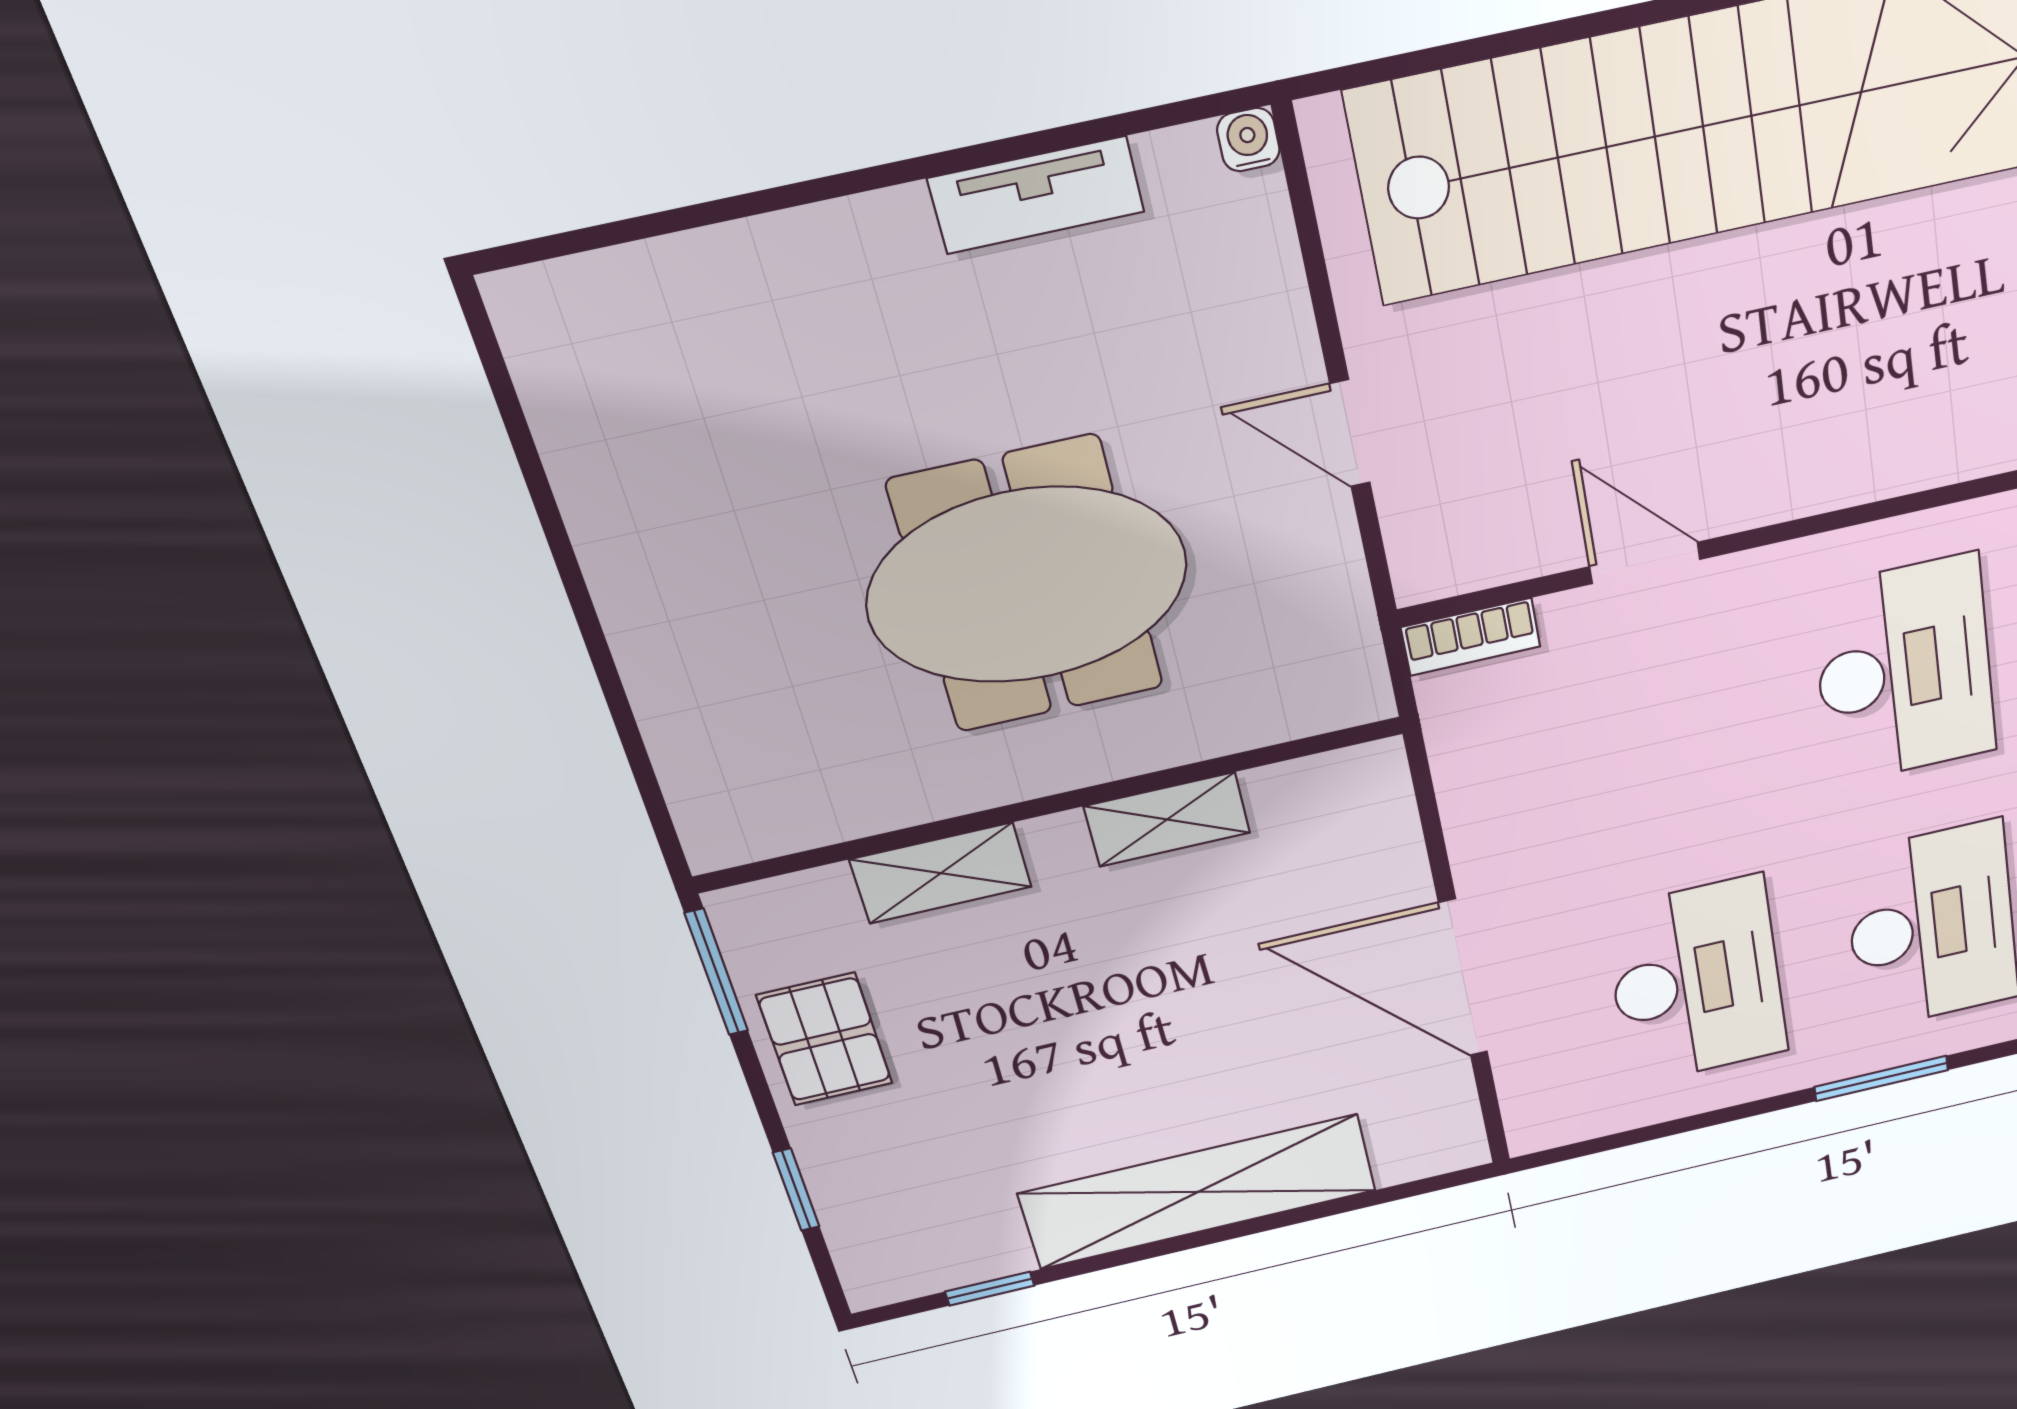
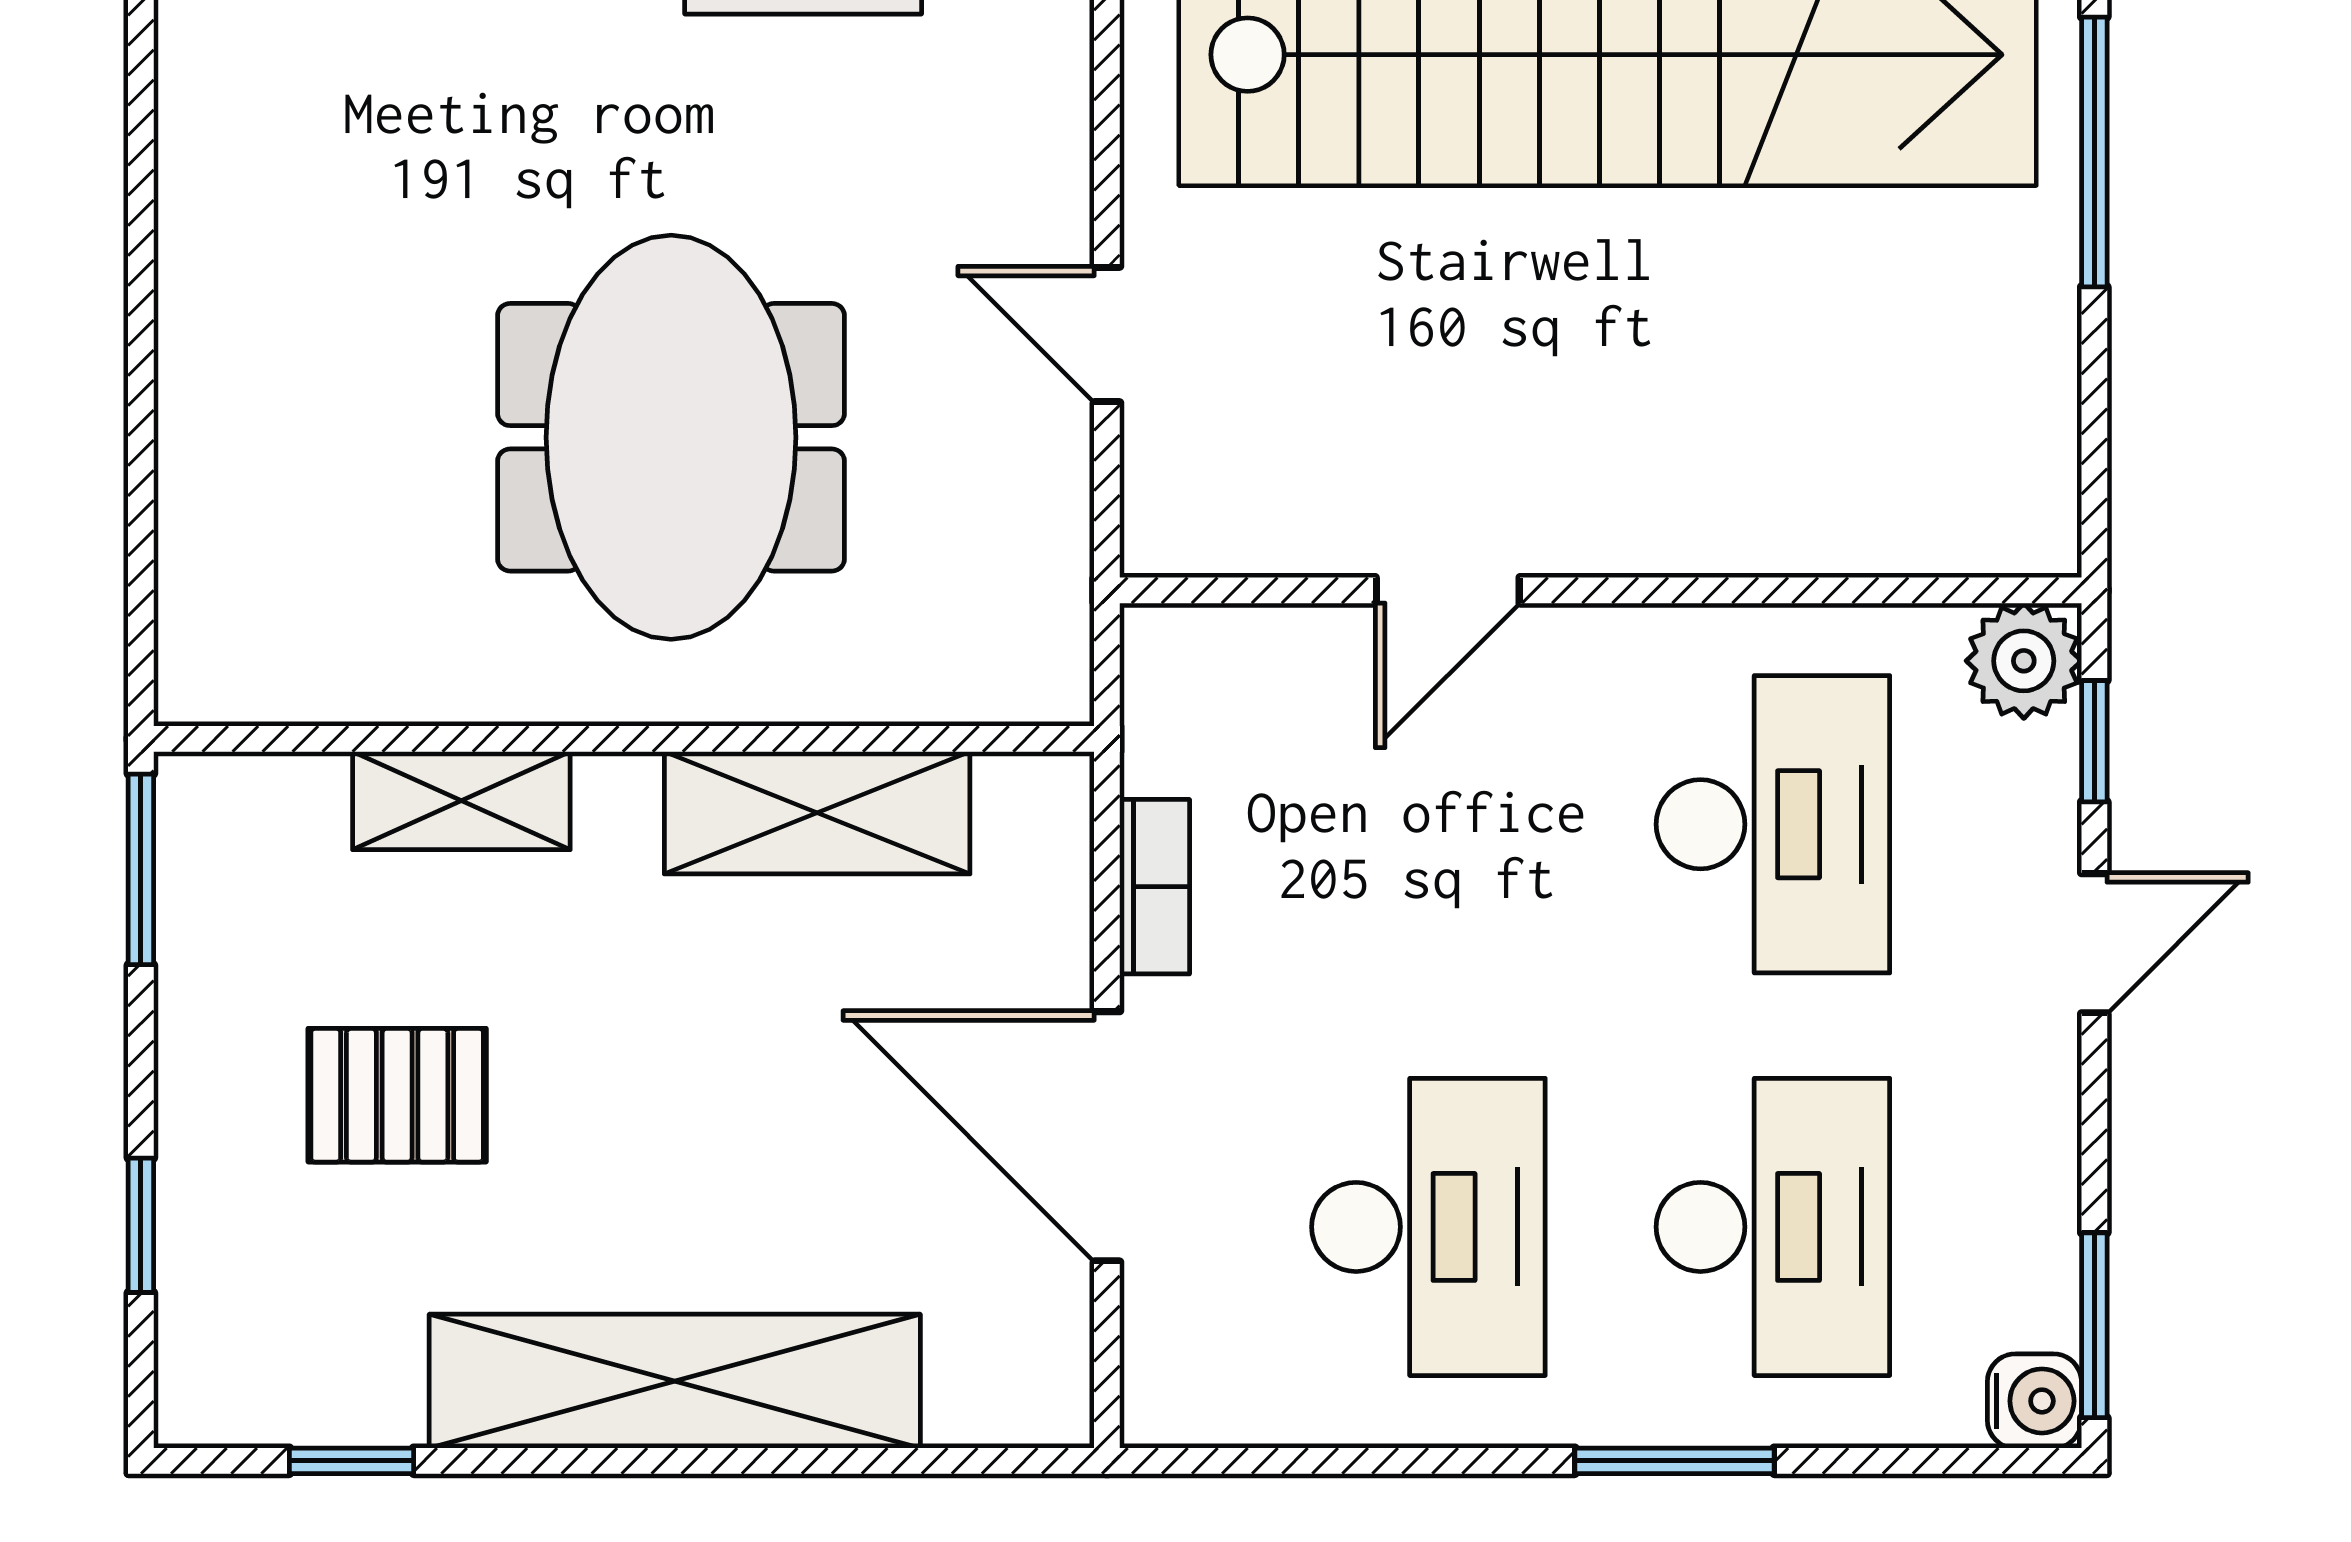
door: (1645, 563) -> (1448, 590), swing flipped
meeting table: (1027, 585) -> (671, 437), turned 90
bookcase: (1471, 637) -> (1155, 887), moved, turned -90
shelving: (1167, 819) -> (817, 813), width x1.50, depth x1.33
pallet: (825, 1039) -> (397, 1095), moved, turned 90

